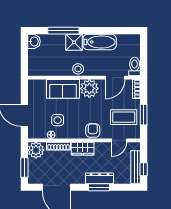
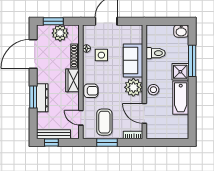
toilet: (135, 67) -> (156, 53), moved
stool: (78, 69) -> (153, 90), moved
plant: (36, 150) -> (60, 33), moved

